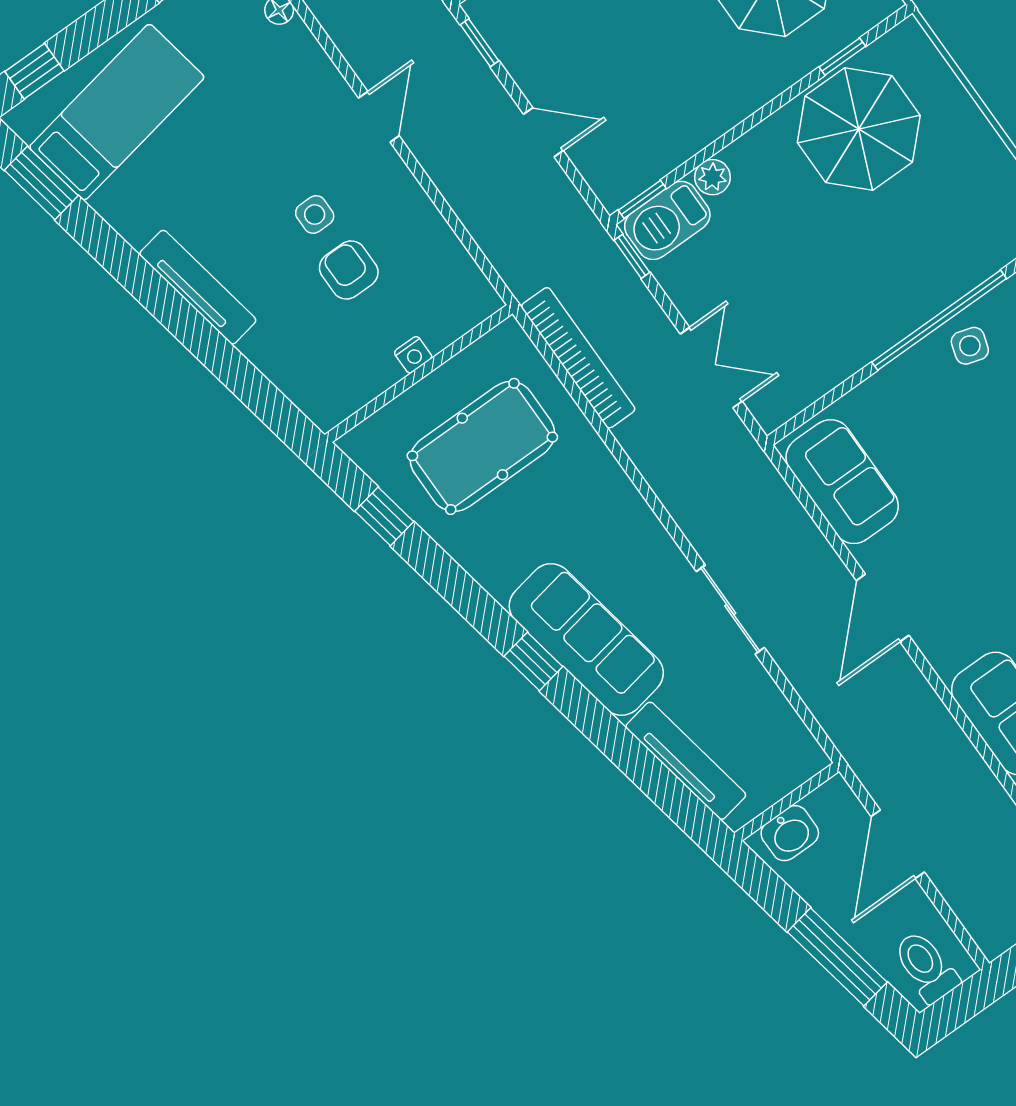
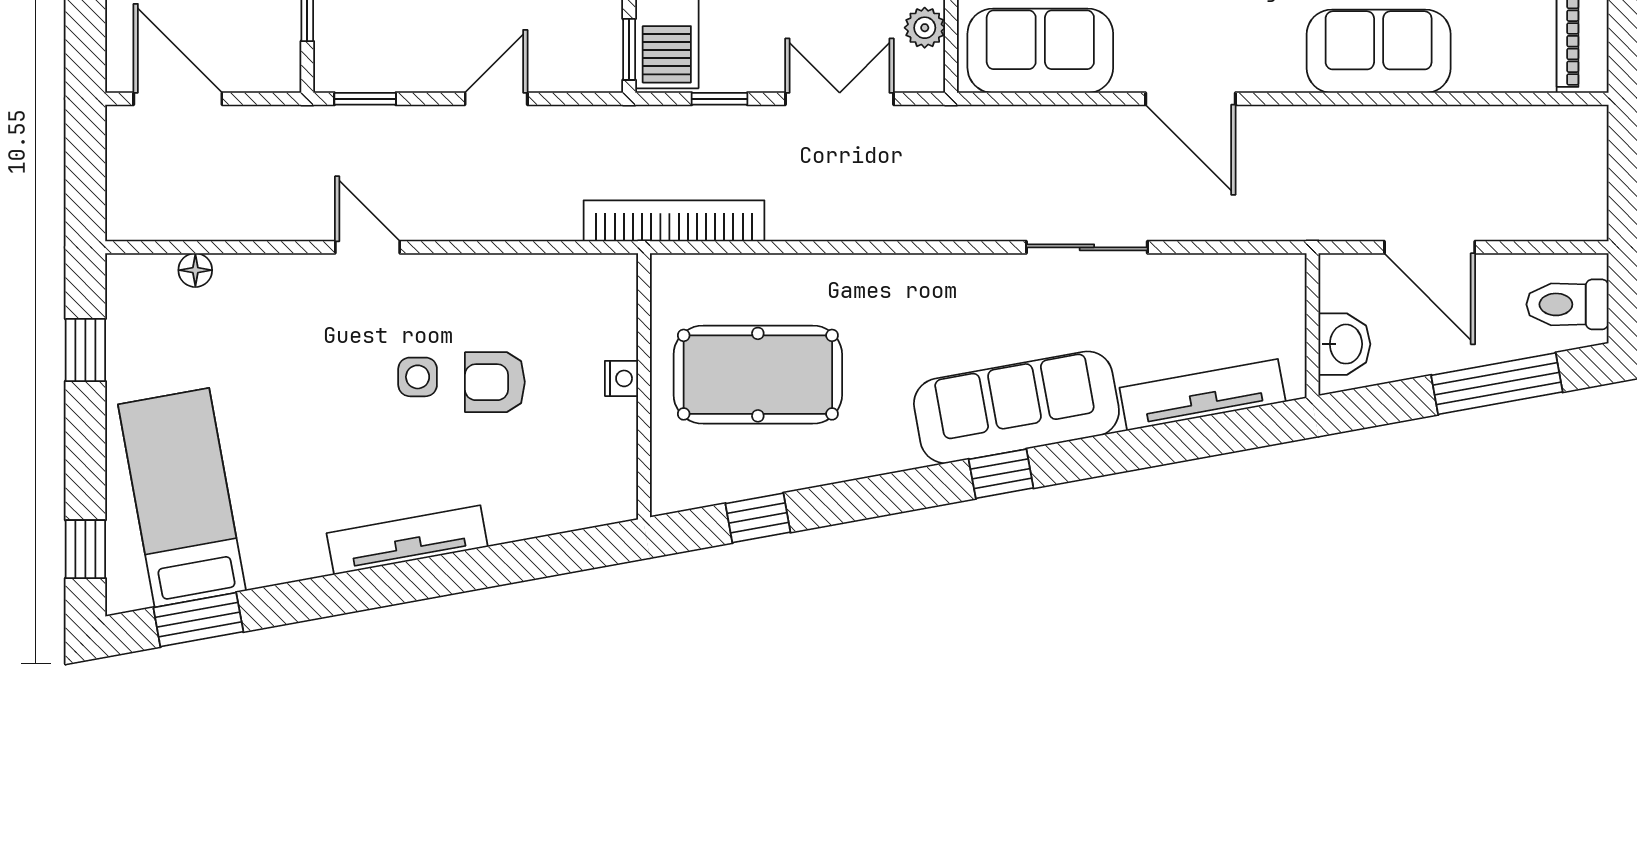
window: (632, 256) -> (719, 99), moved
bookcase: (578, 358) -> (674, 221), moved
plant: (801, 391) -> (925, 28), added
pool table: (482, 446) -> (758, 375), turned 90

